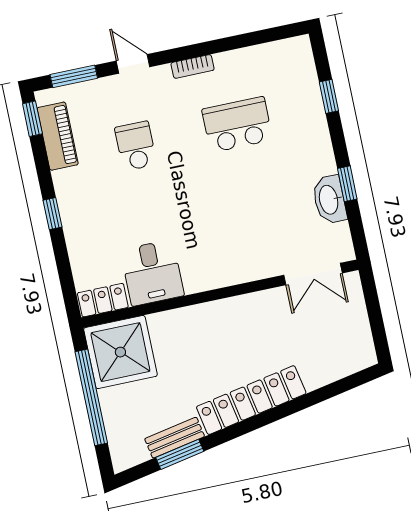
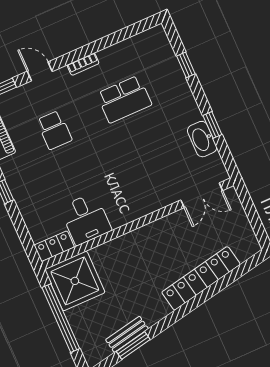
school desk: (237, 125) -> (124, 99), turned 180
school desk: (136, 146) -> (54, 130), turned 180
locker: (251, 400) -> (201, 278), moved

